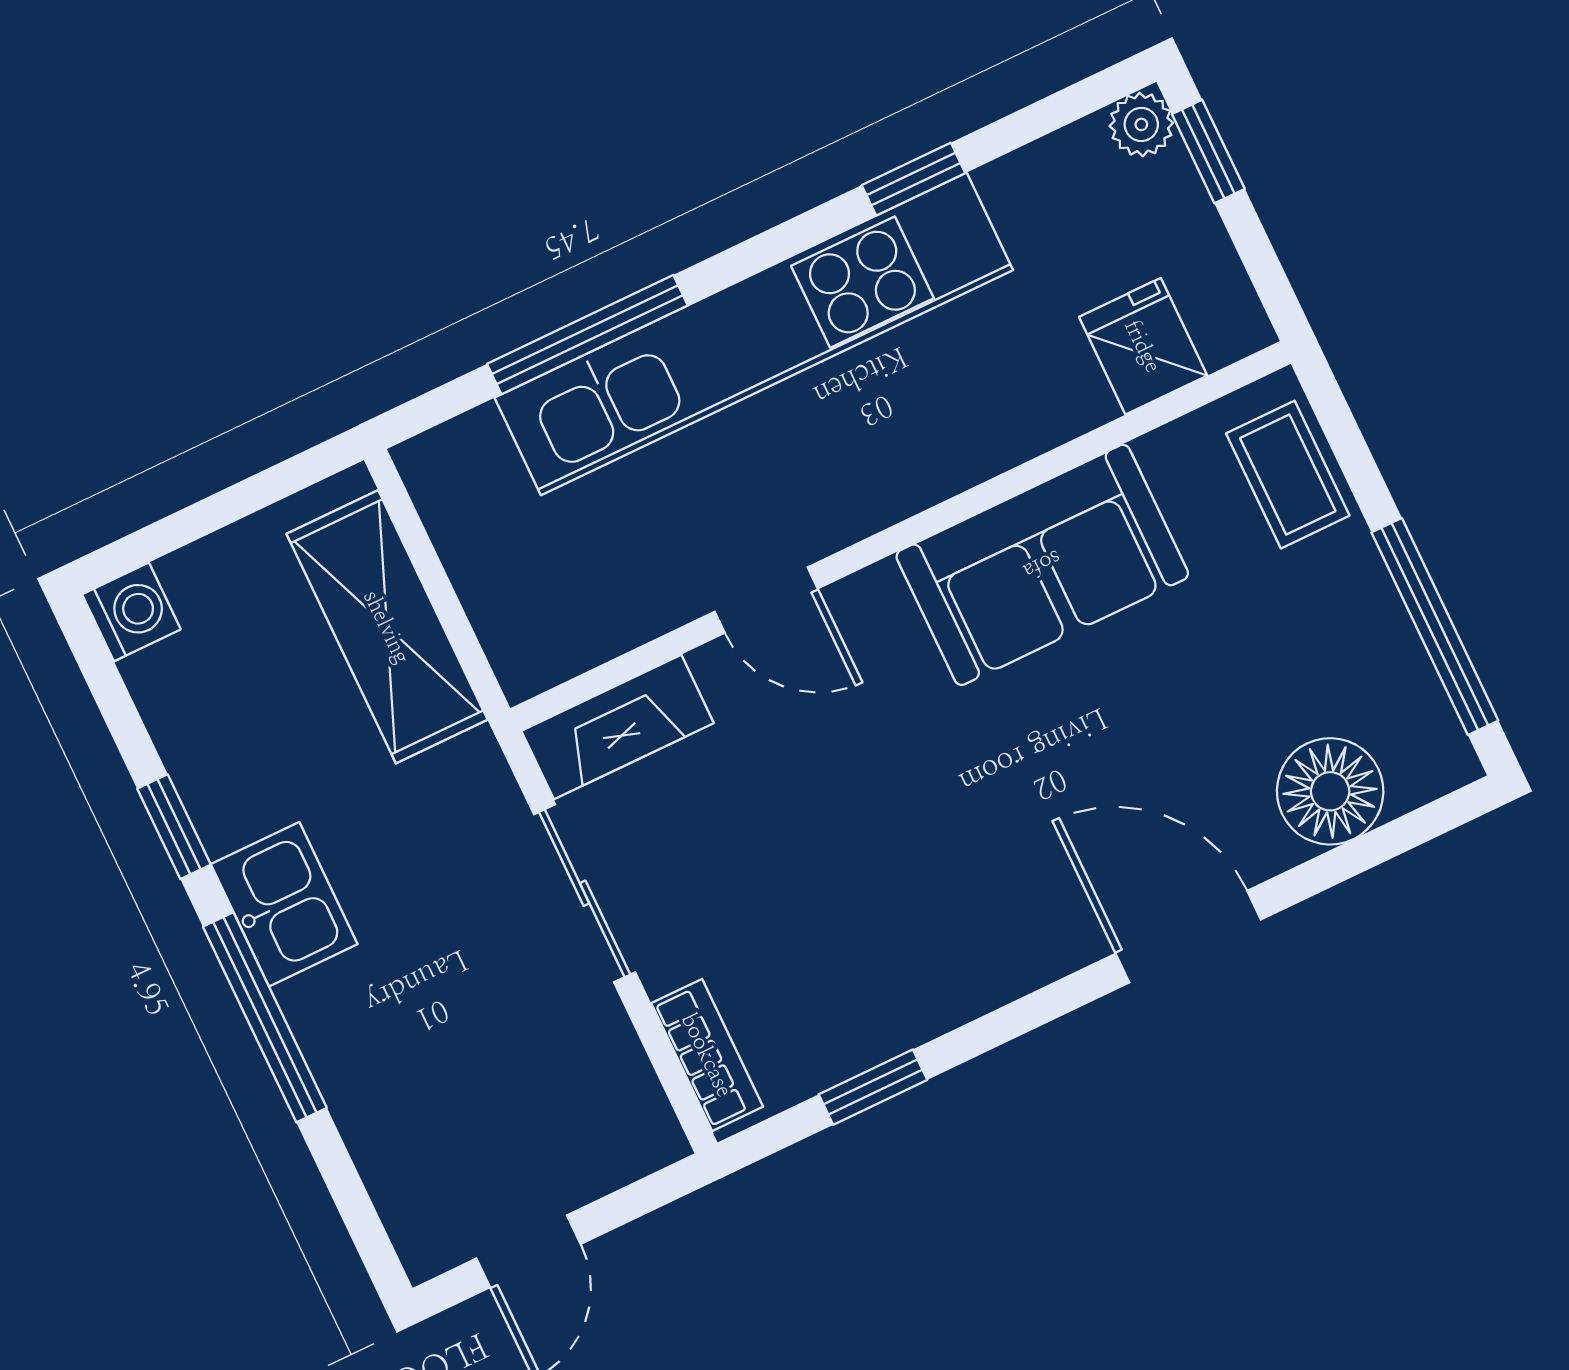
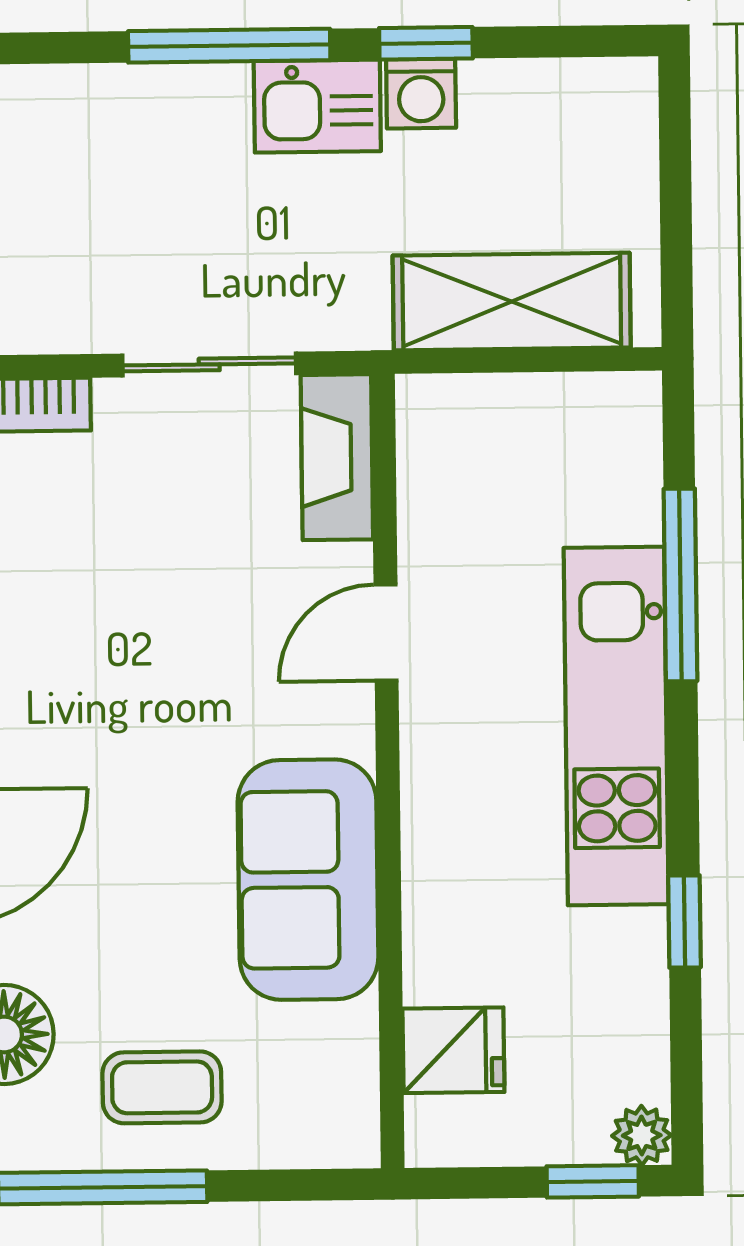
kitchen unit: (754, 334) -> (616, 726), width x0.73
coffee table: (1288, 475) -> (162, 1087), moved
washing machine: (131, 612) -> (421, 94), moved

